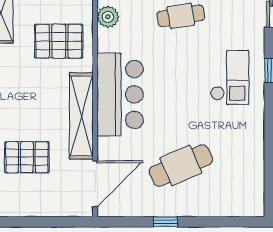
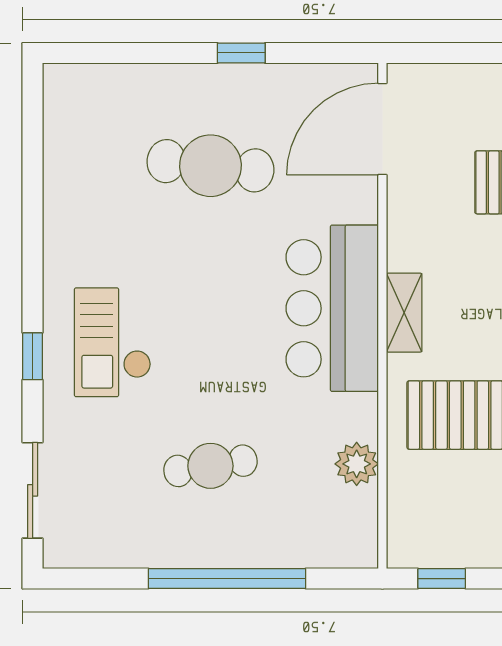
shelving: (81, 116) -> (404, 313), width x0.45, depth x0.75
cafe table: (181, 166) -> (210, 166), turned 30

